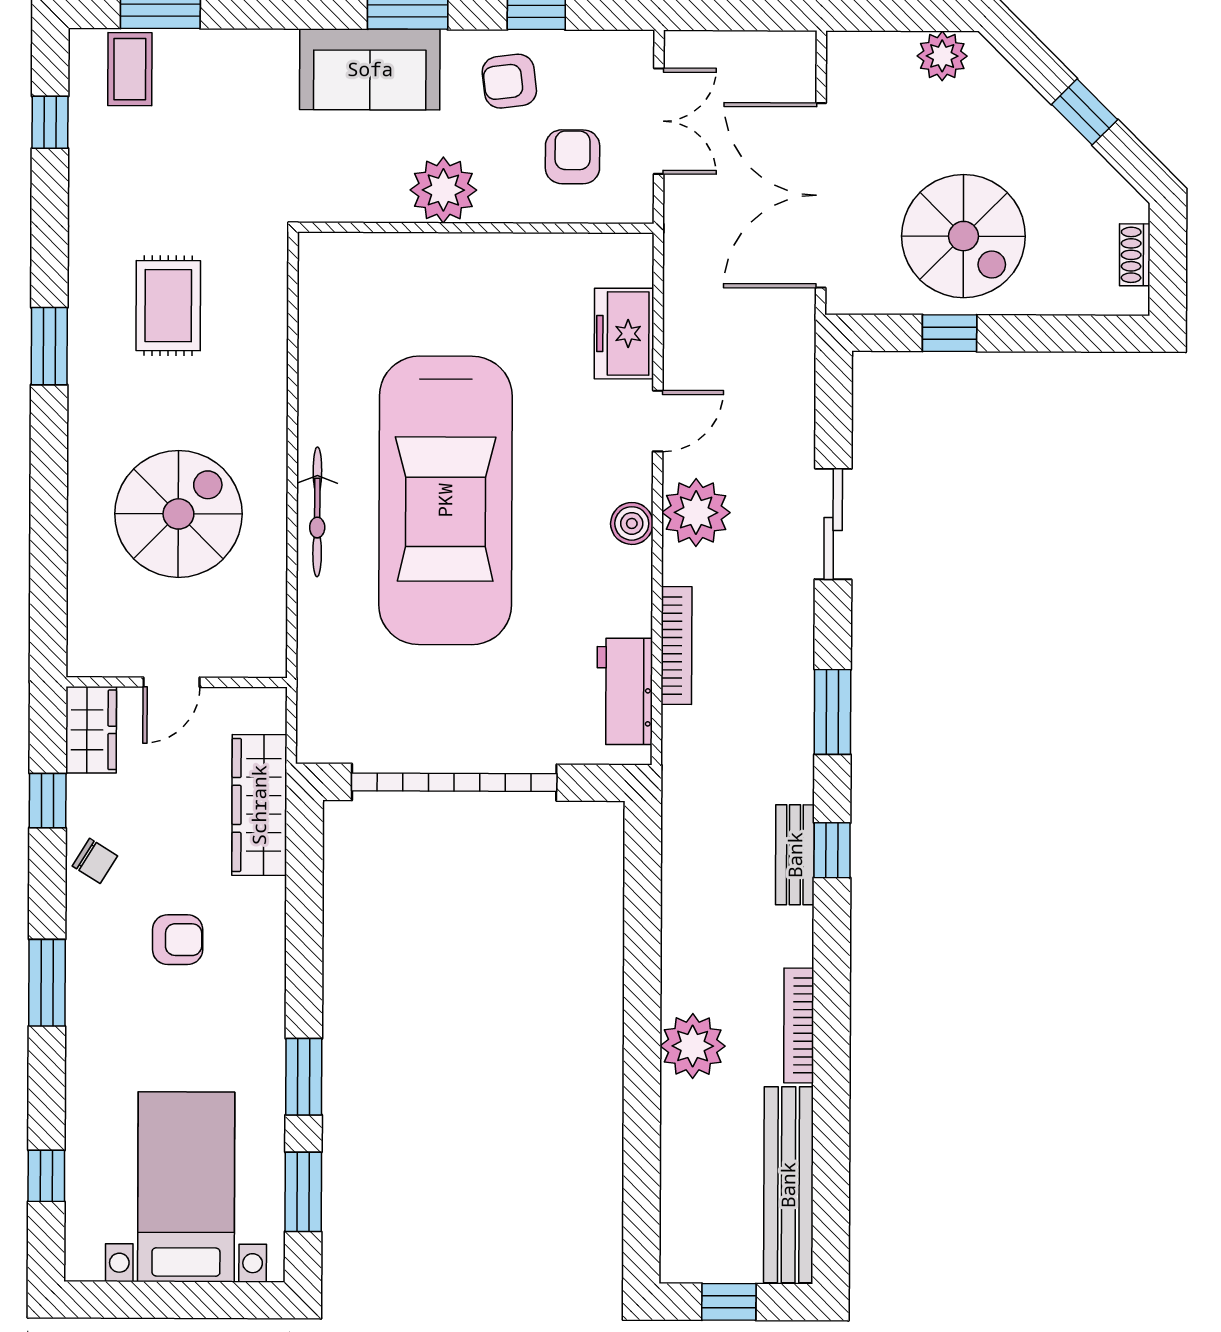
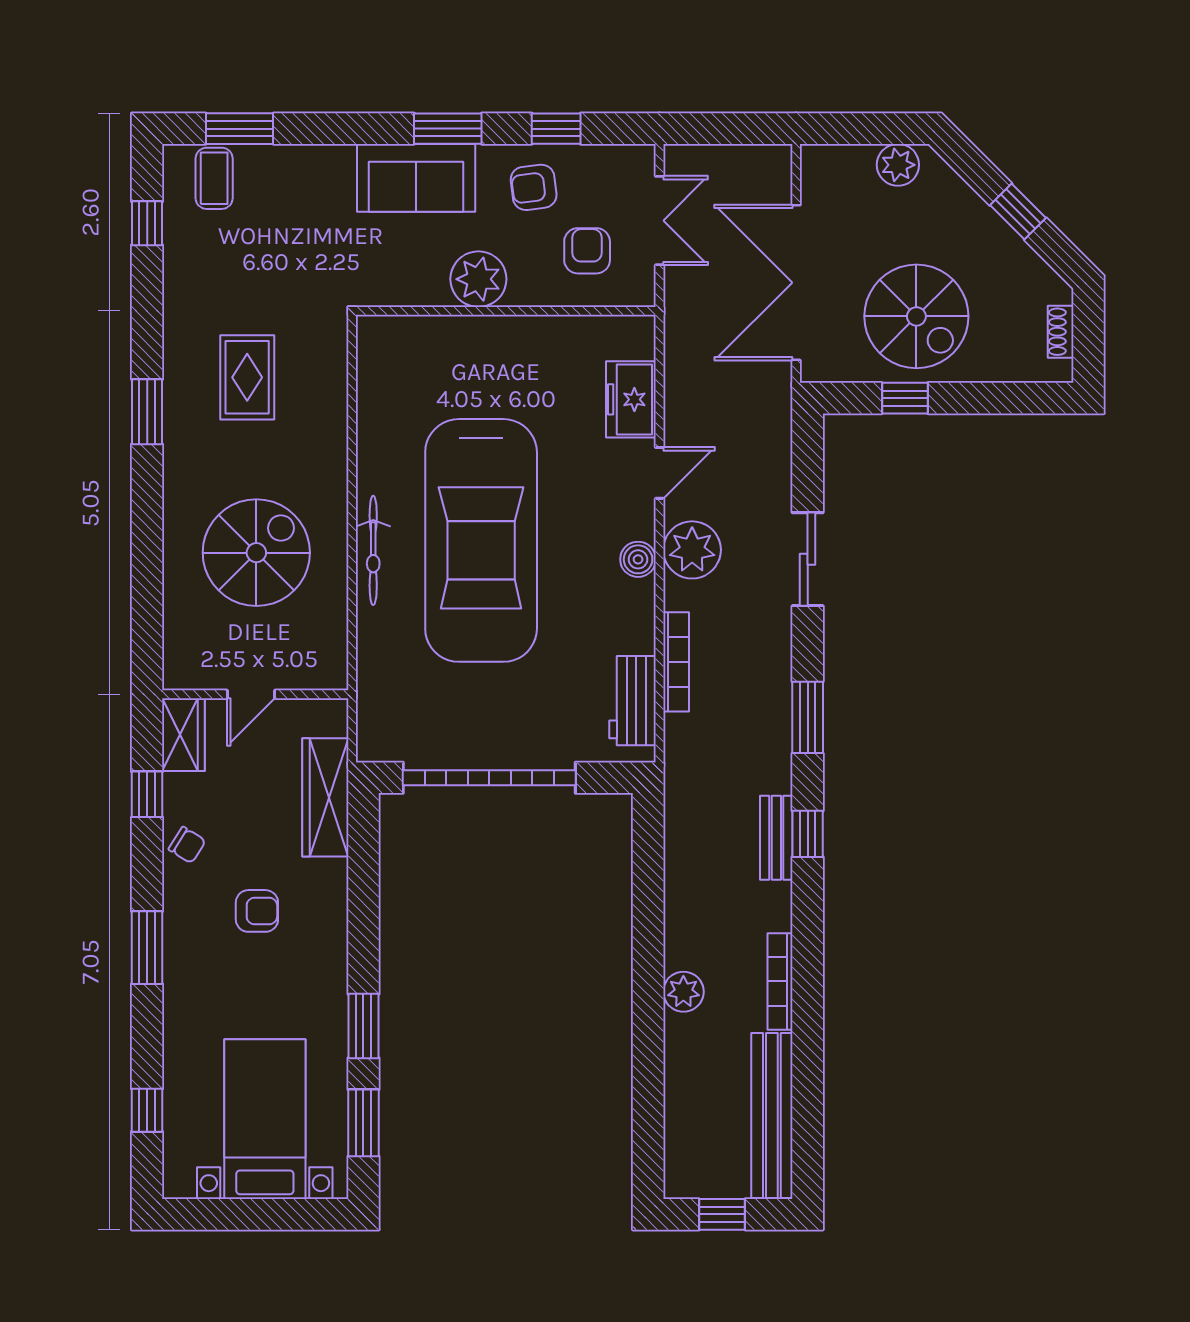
plant: (693, 1046) -> (683, 992), width x0.73, depth x0.73

